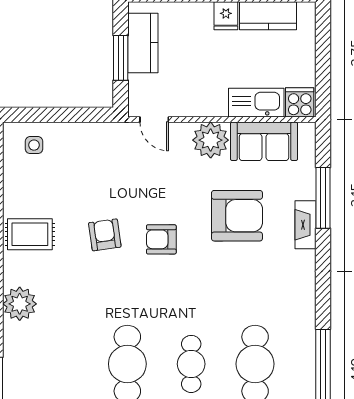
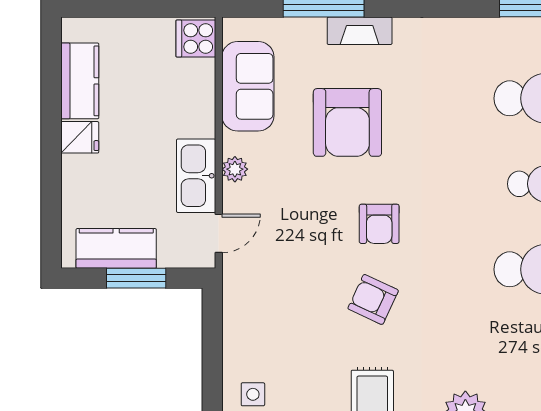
kitchen sink: (256, 103) -> (196, 176), moved
plant: (211, 140) -> (235, 169), width x0.53, depth x0.53
armchair: (237, 216) -> (347, 122), turned 180
armchair: (105, 235) -> (373, 299), turned 33

